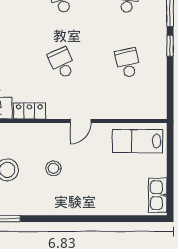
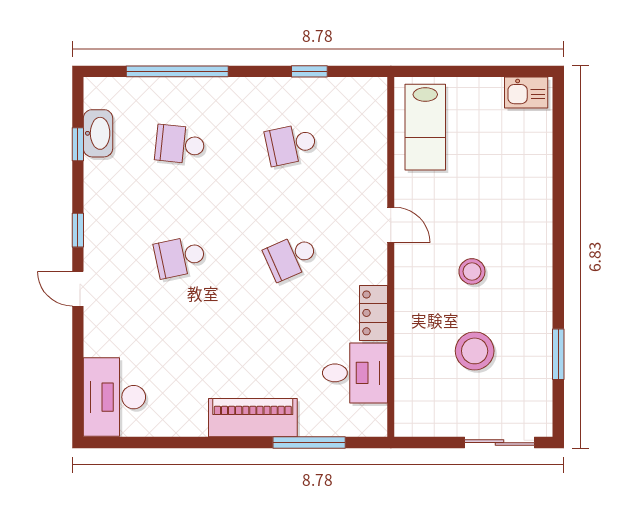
window: (170, 46) -> (309, 71), moved
kitchen sink: (158, 195) -> (526, 93), width x0.73

